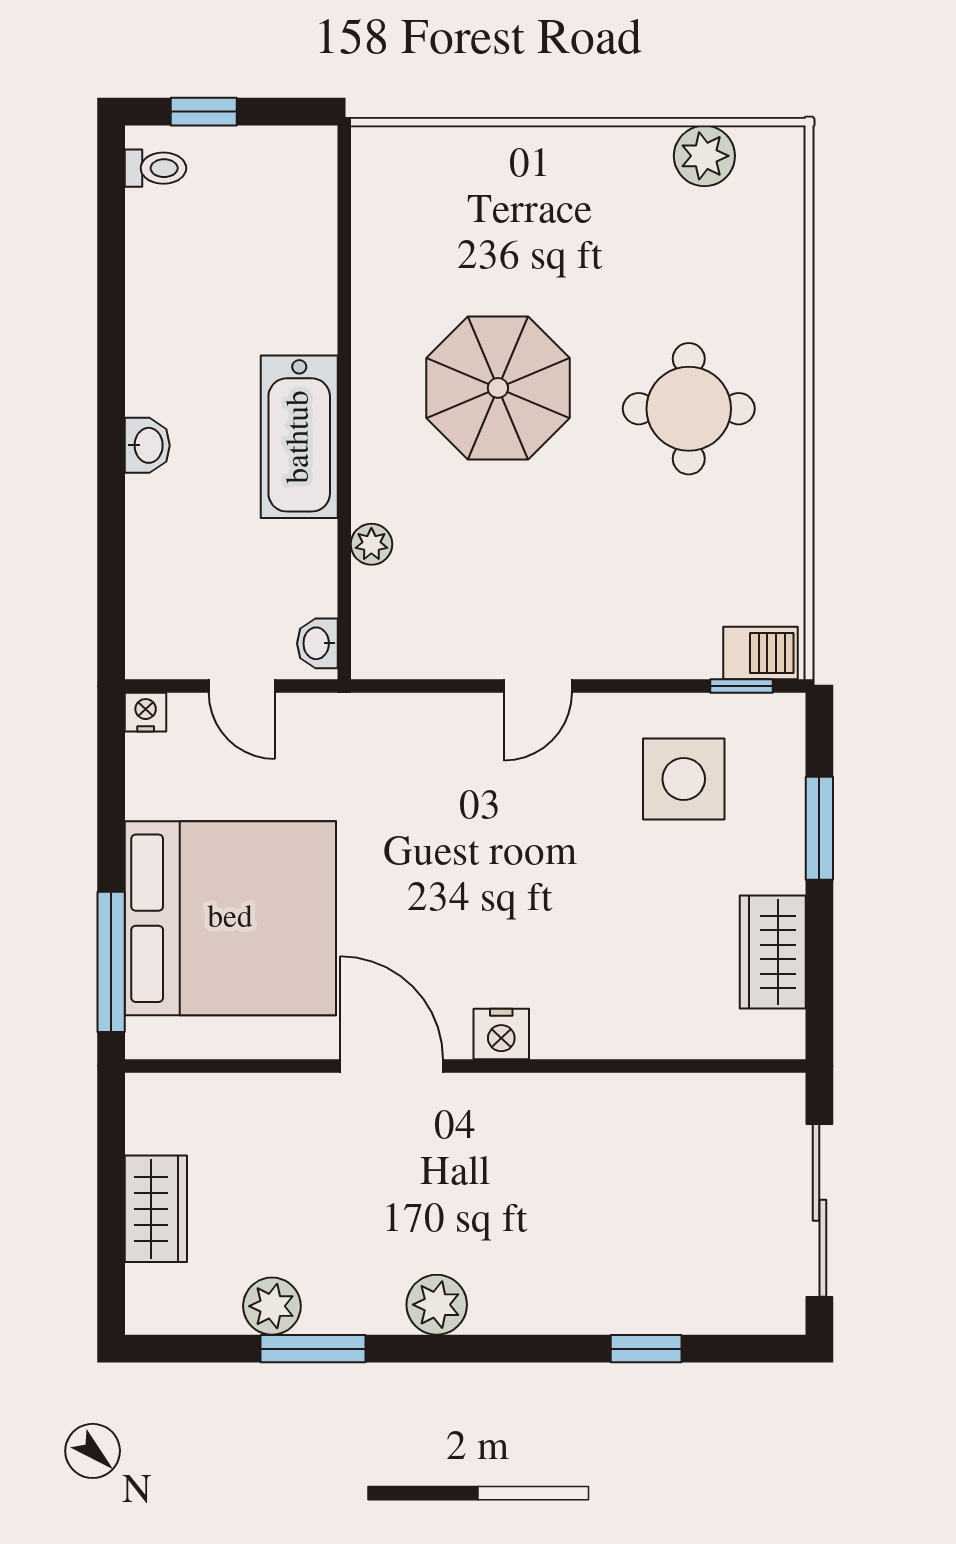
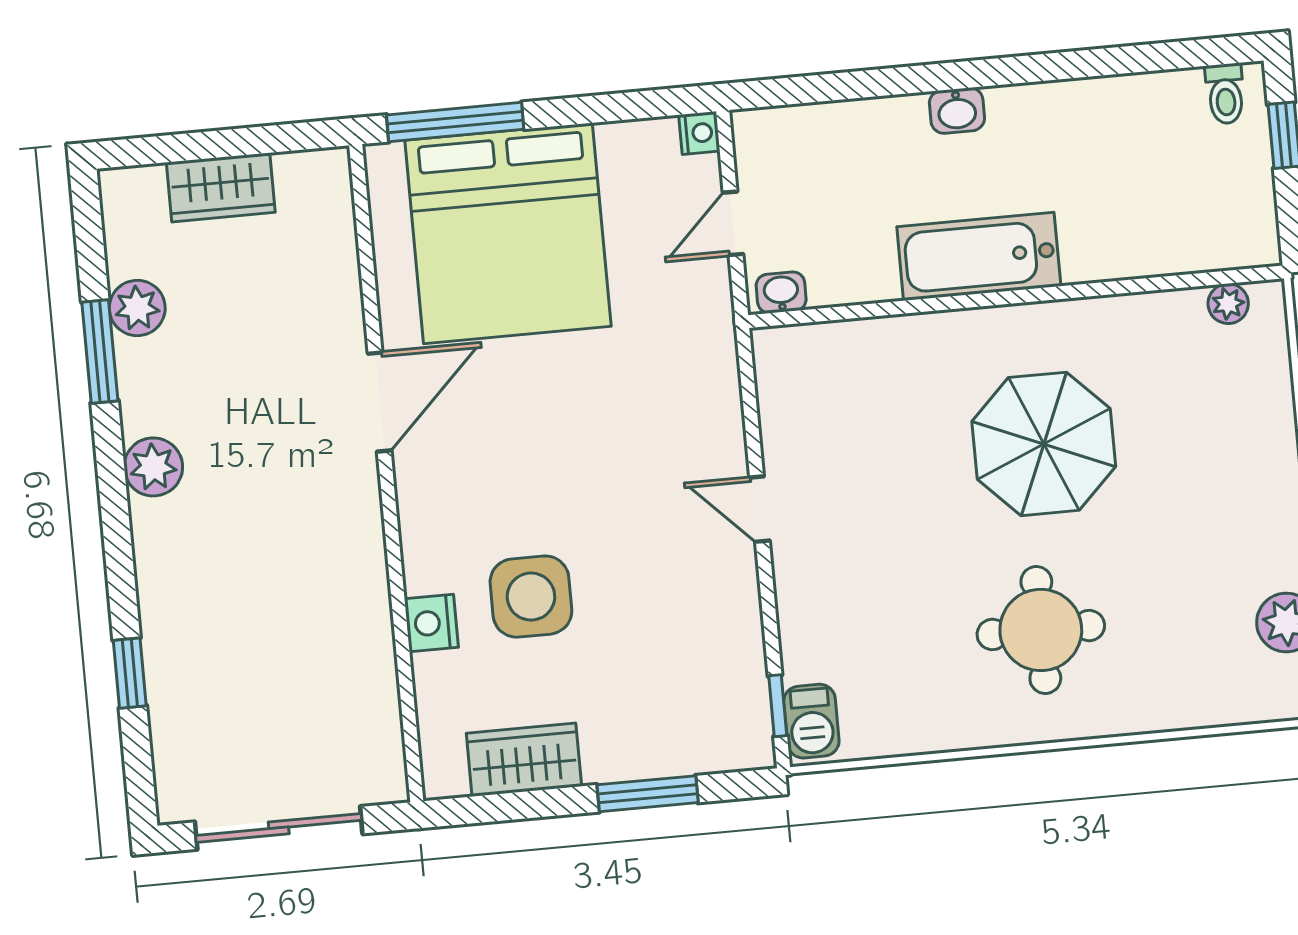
plant: (371, 544) -> (1228, 304), moved
side table: (684, 779) -> (531, 597), moved
nightstand: (501, 1034) -> (431, 623), moved

